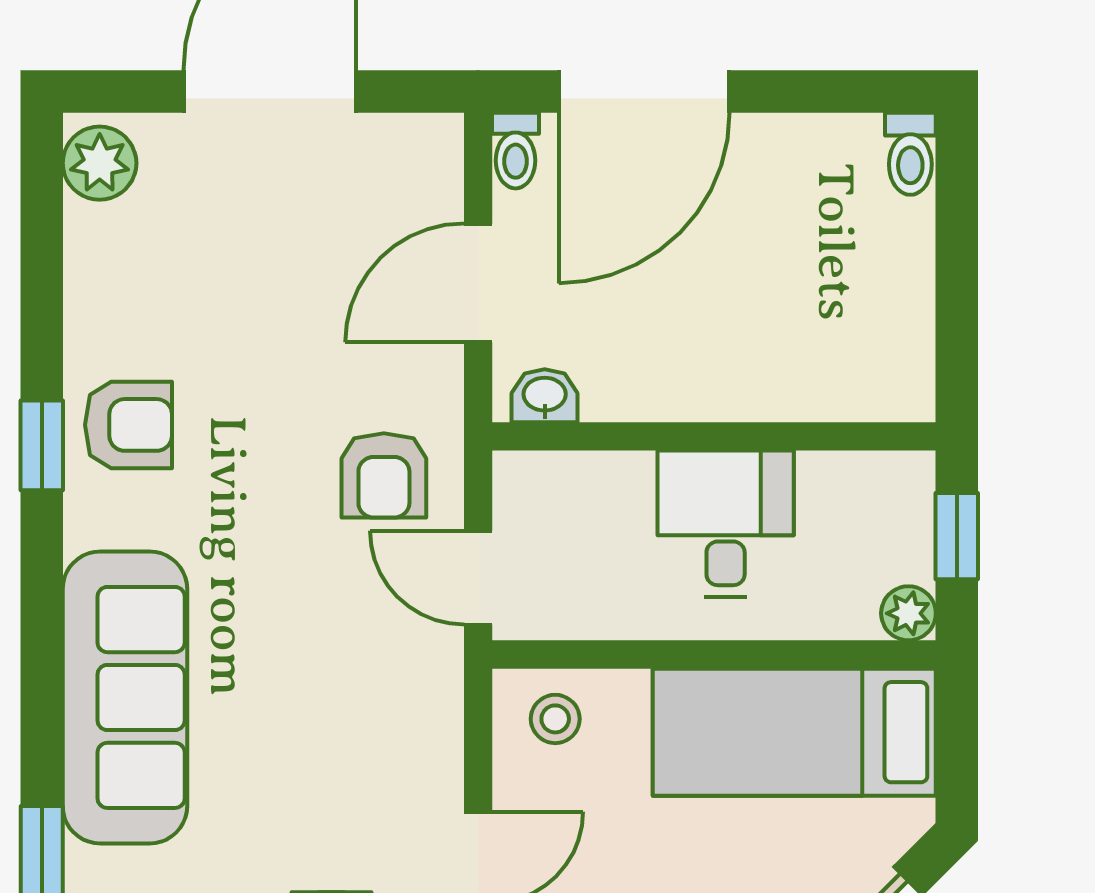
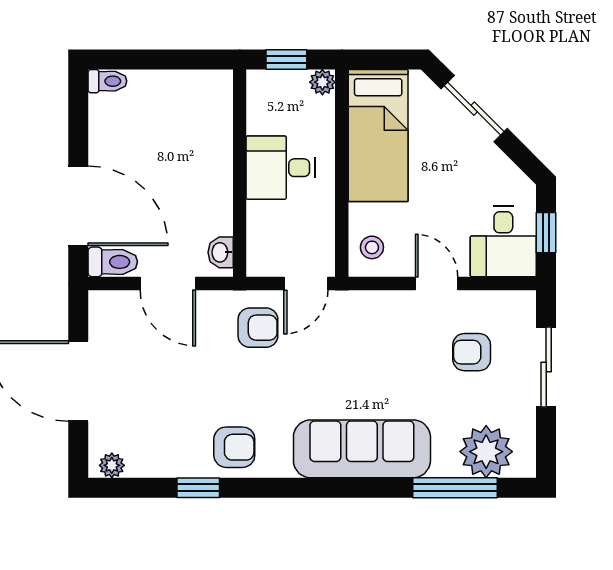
toilet: (516, 151) -> (113, 262), width x1.37, depth x1.39
plant: (100, 163) -> (112, 465), width x0.73, depth x0.73
armchair: (128, 425) -> (234, 447), turned 90
window: (42, 445) -> (198, 488), moved

